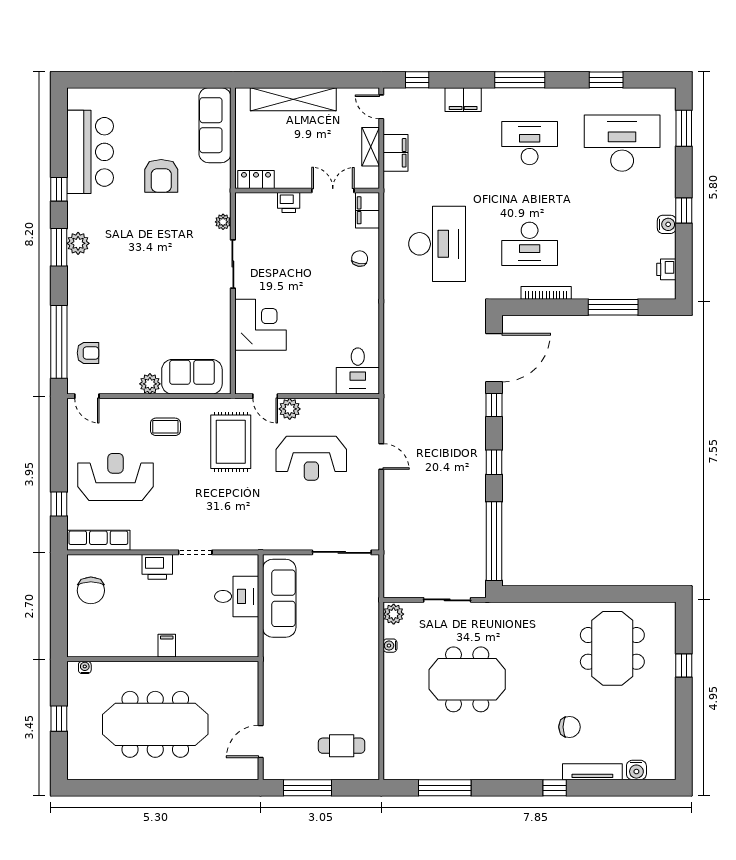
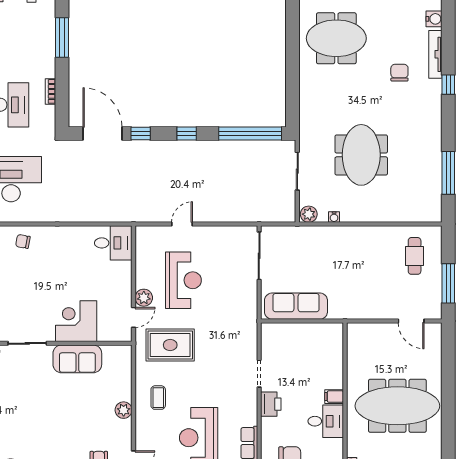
bookcase: (546, 293) -> (50, 91), width x0.64
sofa: (192, 377) -> (77, 359), moved, turned -90
desk: (237, 596) -> (326, 421), moved, turned 90
meeting table: (155, 724) -> (397, 406), turned 90

